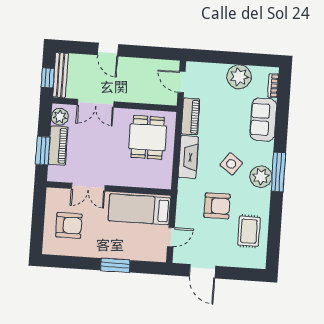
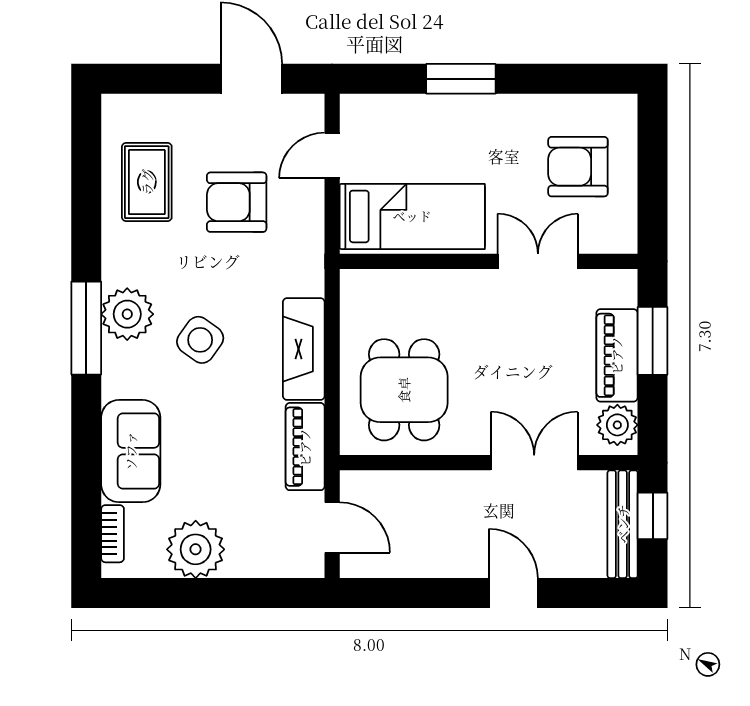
armchair: (217, 206) -> (237, 202), moved

